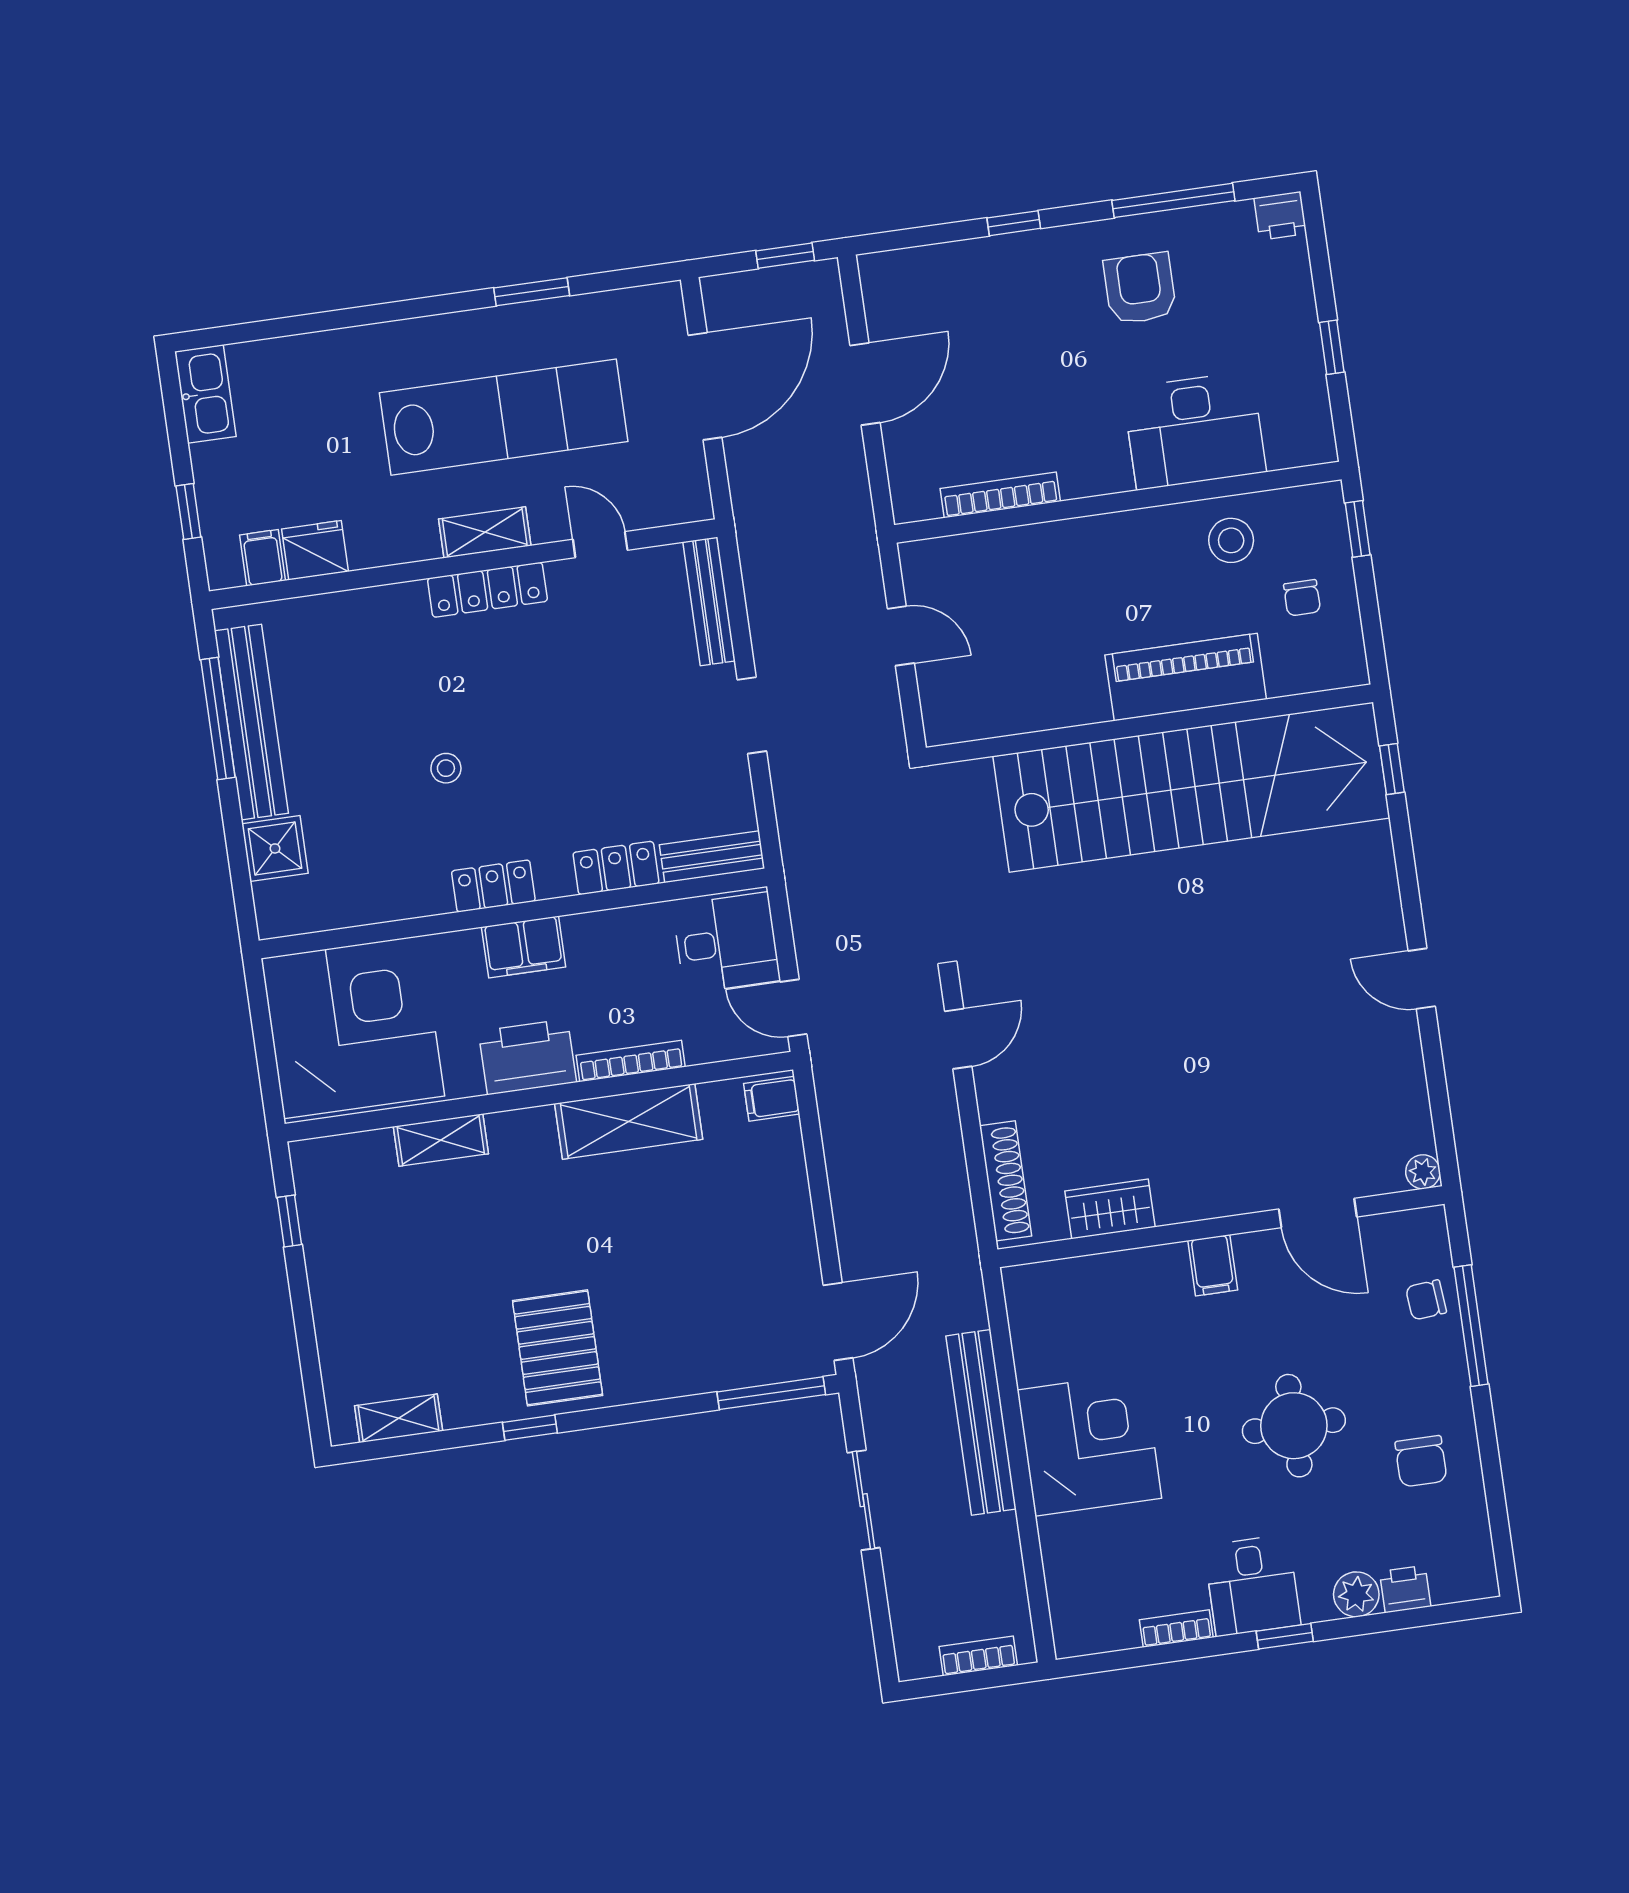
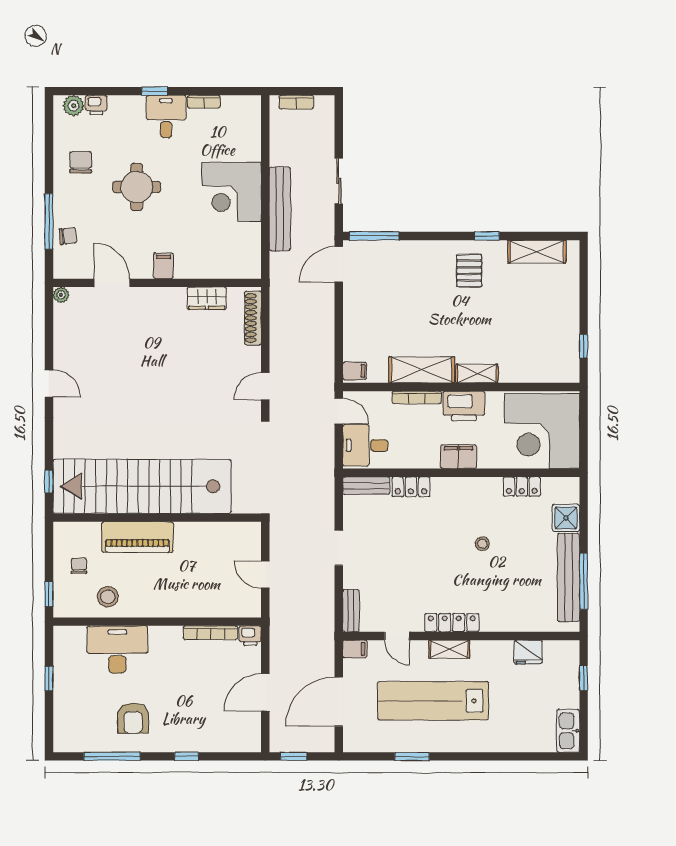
printer: (1280, 216) -> (250, 636), moved, turned 180
filing cabinet: (262, 558) -> (355, 649), moved, turned -90
bench: (709, 601) -> (351, 611), width x0.73
locker: (493, 886) -> (522, 487), moved
shelving: (441, 1140) -> (477, 374), moved
pallet: (558, 1348) -> (469, 271), width x0.67, depth x0.71
shelving: (399, 1418) -> (537, 252), width x1.50, depth x1.33
plant: (1356, 1594) -> (74, 106), moved

